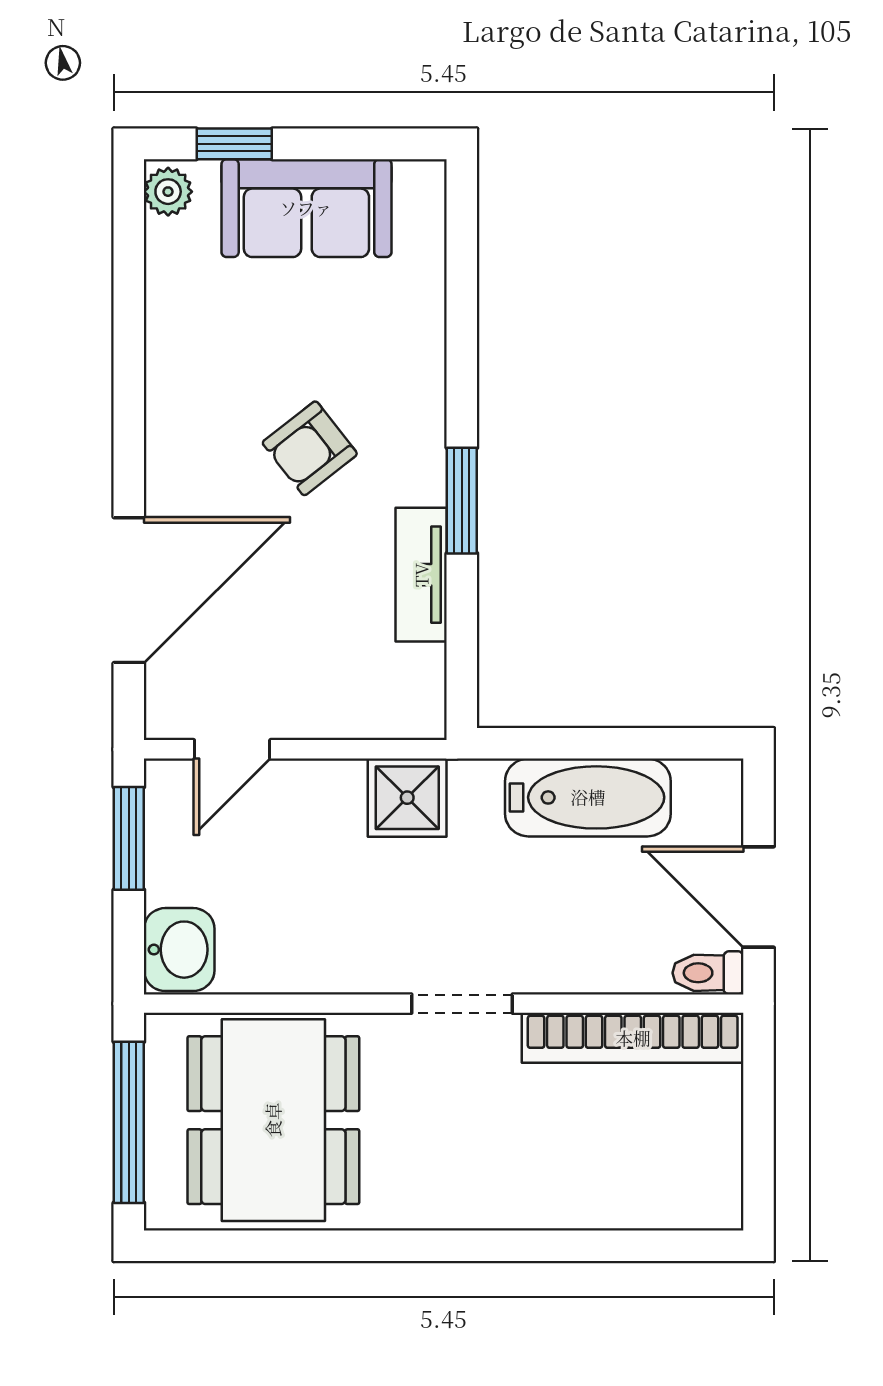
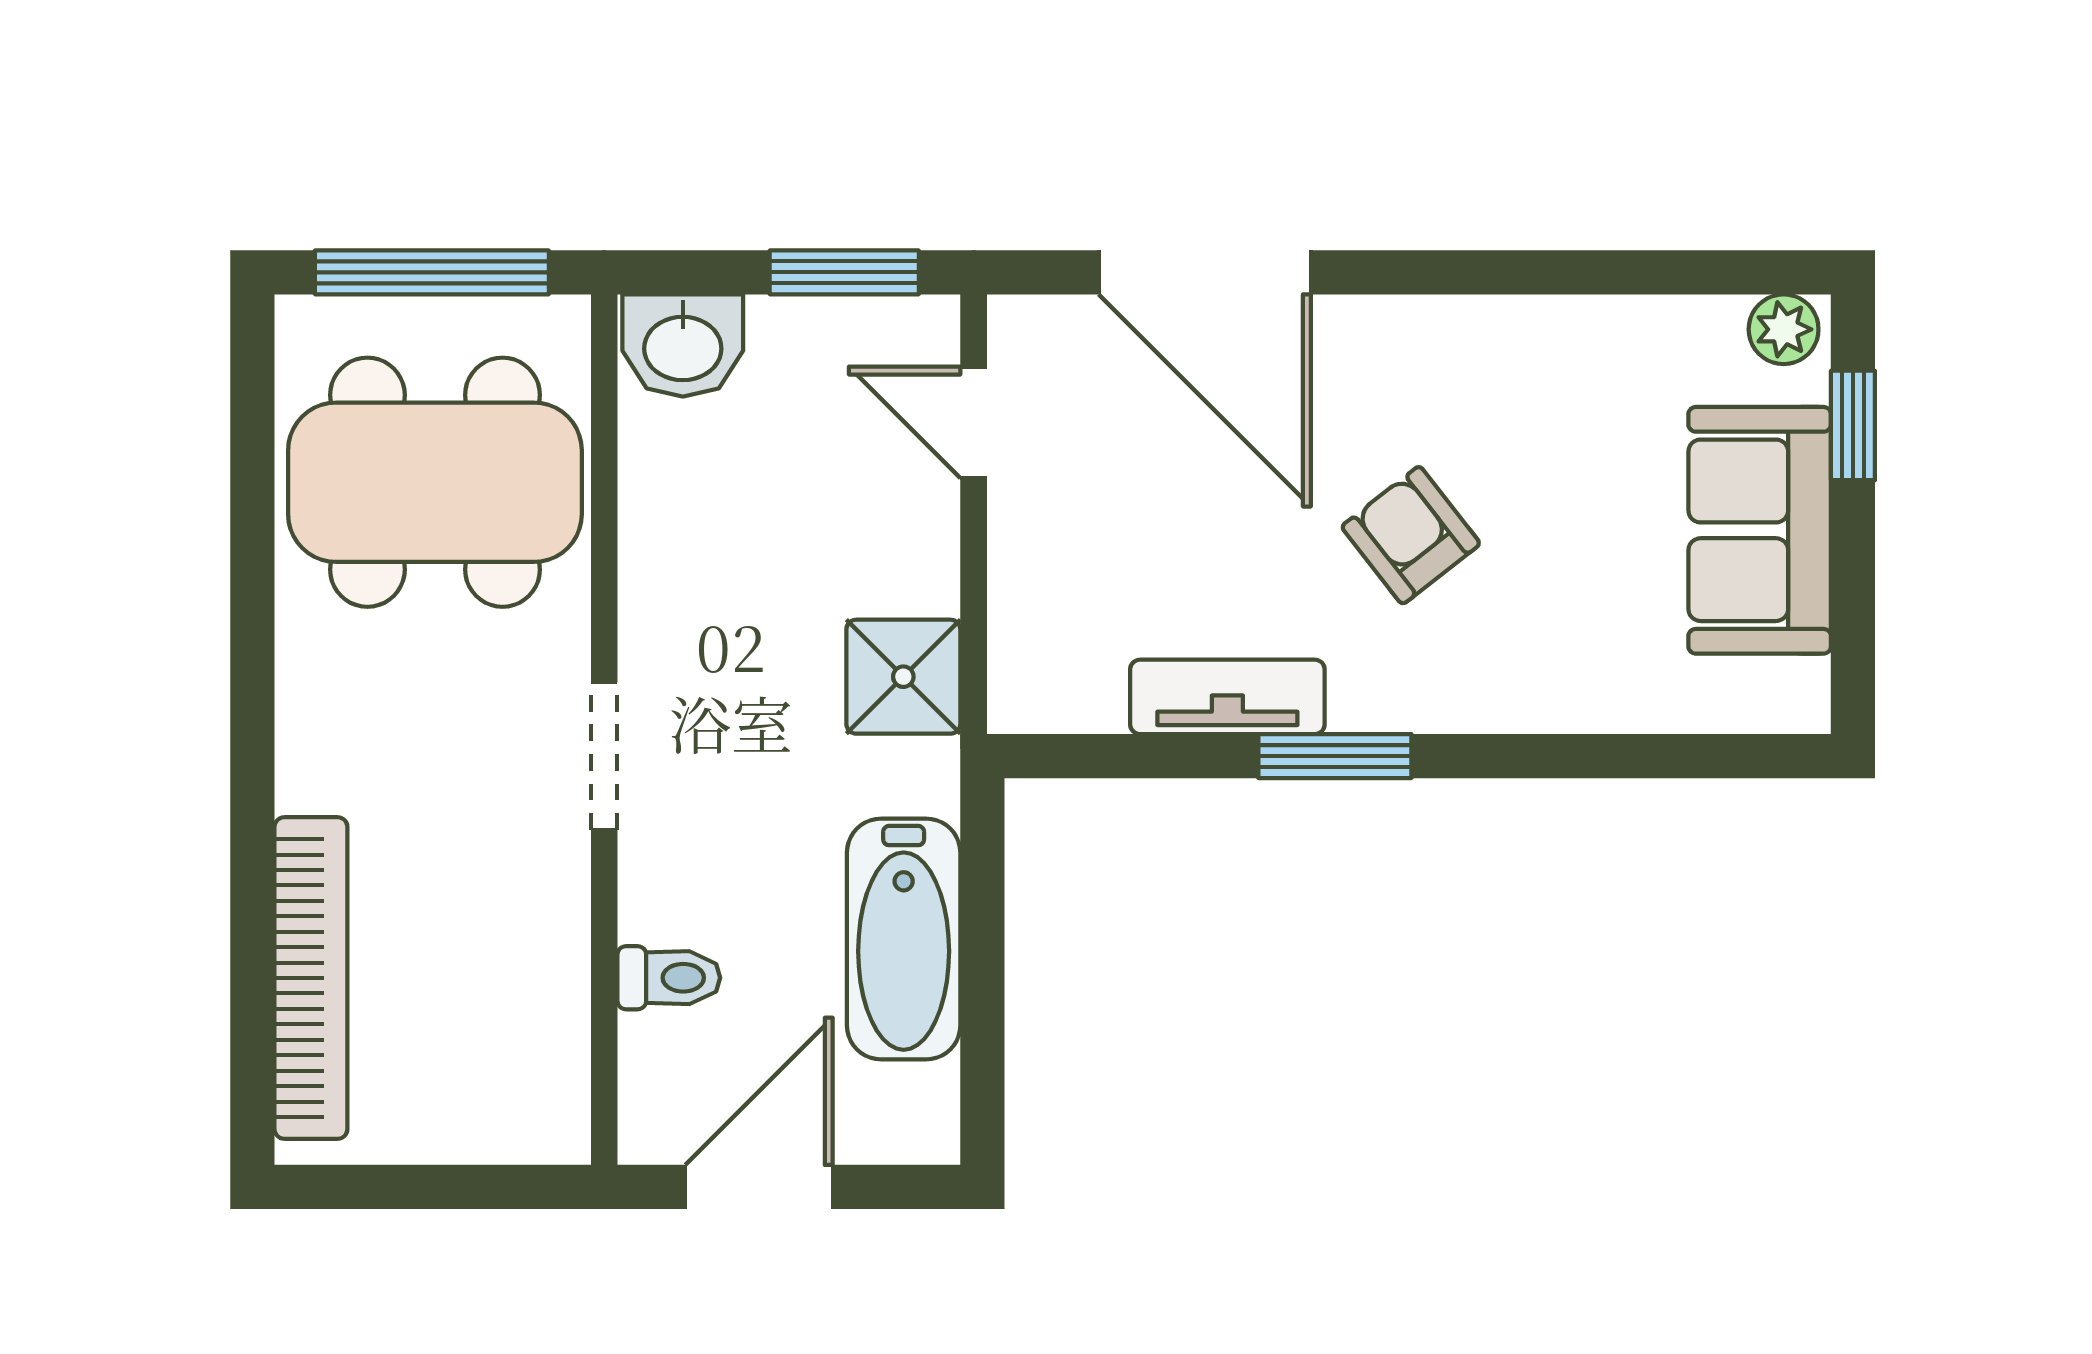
toilet: (708, 973) -> (669, 978), moved, turned 90
bookcase: (633, 1038) -> (311, 978), moved, turned 180

